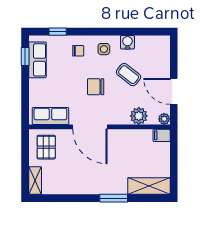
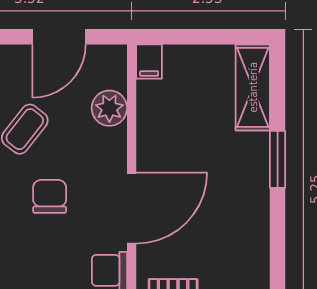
chair: (96, 87) -> (50, 196), turned 180
plant: (164, 119) -> (115, 56), removed

